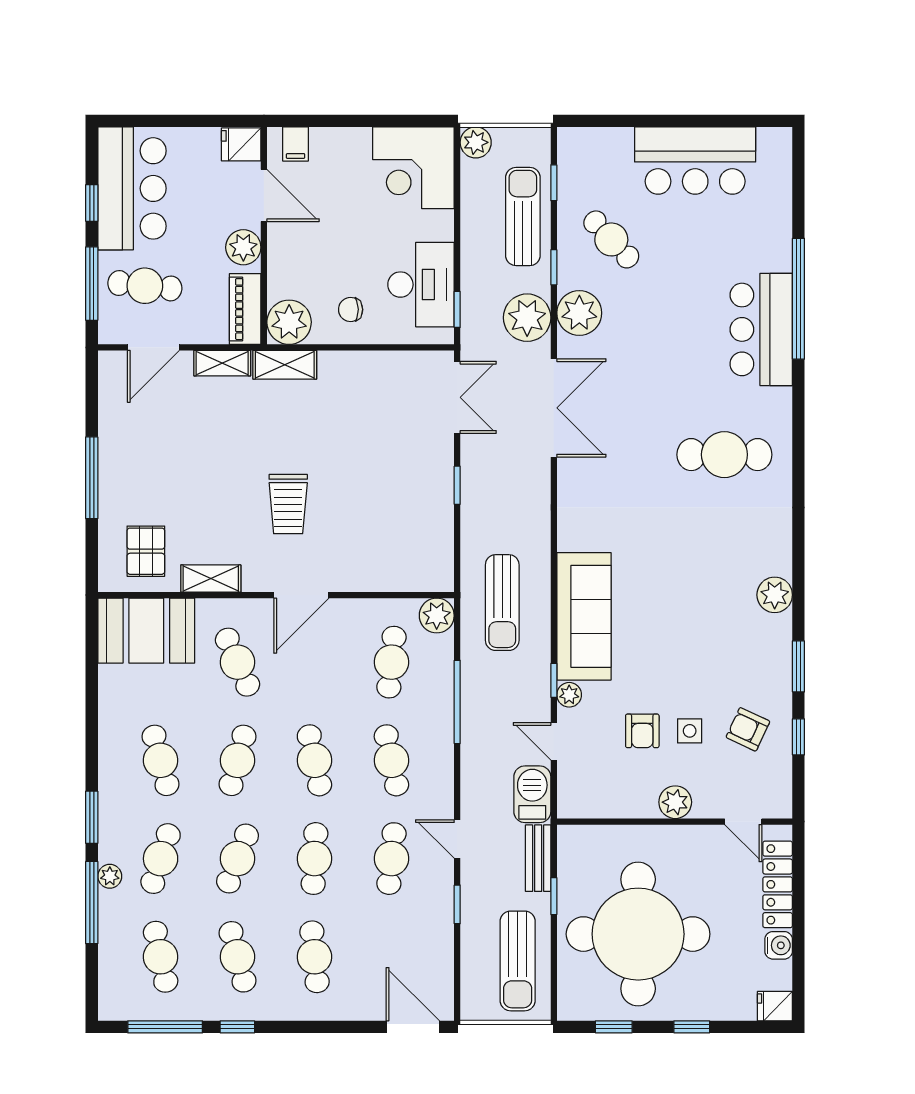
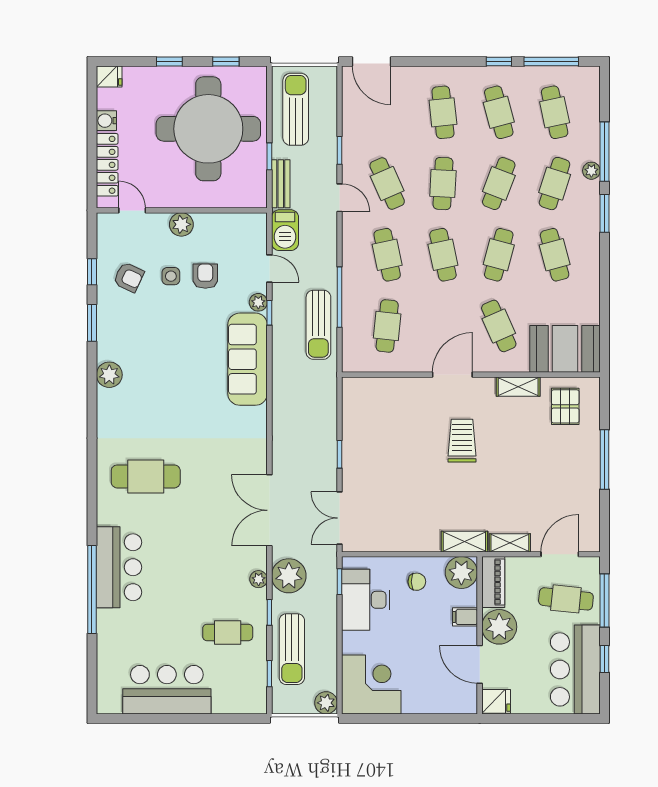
filing cabinet: (296, 144) -> (465, 617), moved, turned -90
cafe table: (611, 239) -> (228, 632), turned -47
plant: (243, 247) -> (499, 627), width x1.36, depth x1.36
plant: (579, 313) -> (259, 579), width x0.53, depth x0.53
sun lounger: (502, 603) -> (318, 325), moved, turned 180
plant: (437, 616) -> (354, 360), removed
cafe table: (391, 859) -> (387, 184), turned -30

